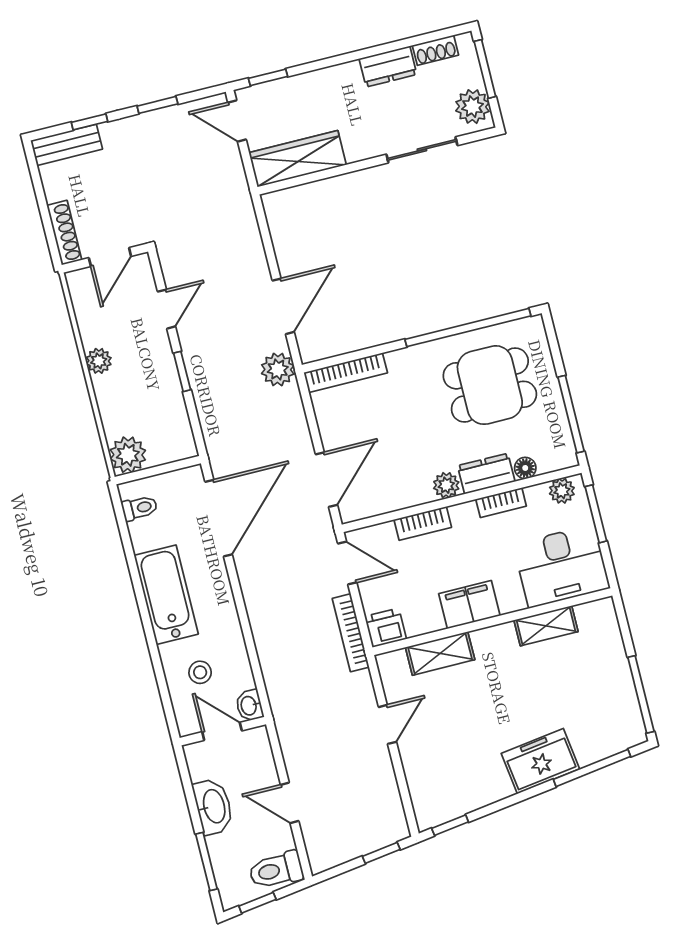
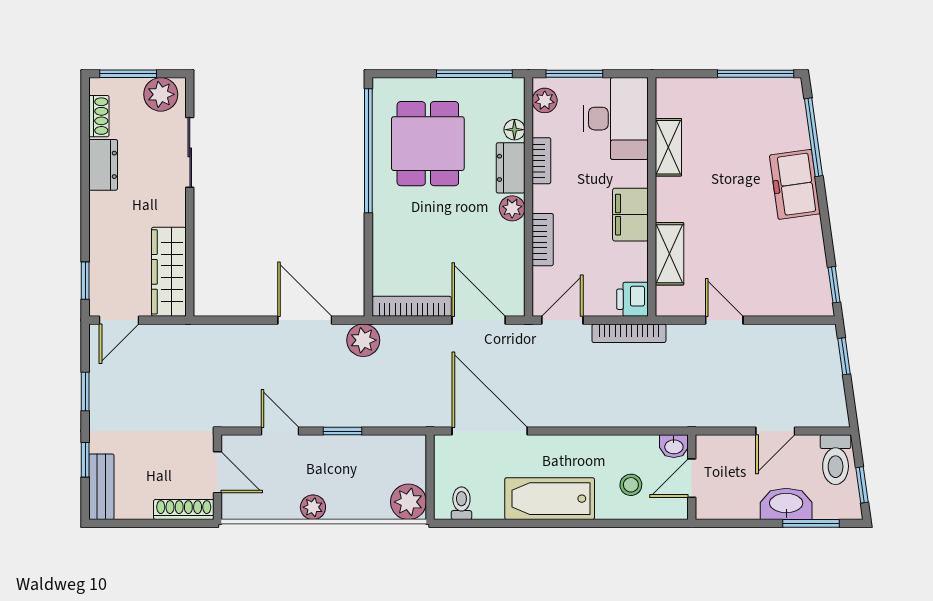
bookcase: (346, 373) -> (412, 306), moved, turned -90
washbasin: (213, 806) -> (786, 504), moved

